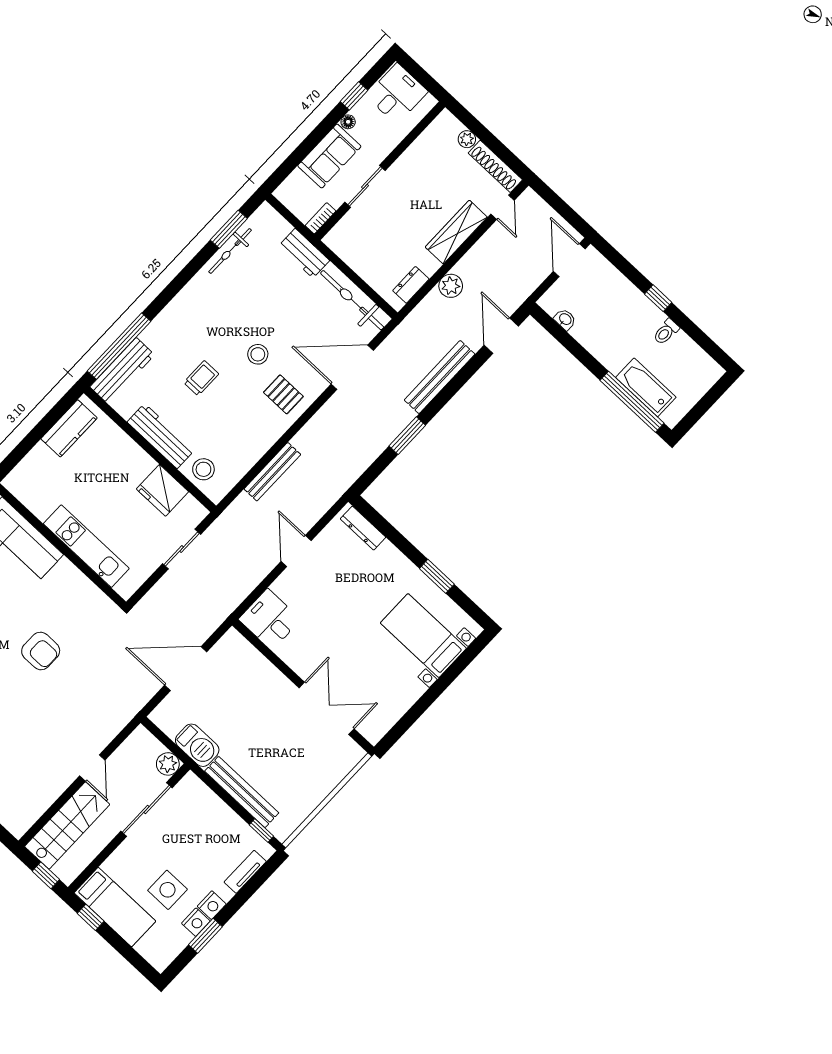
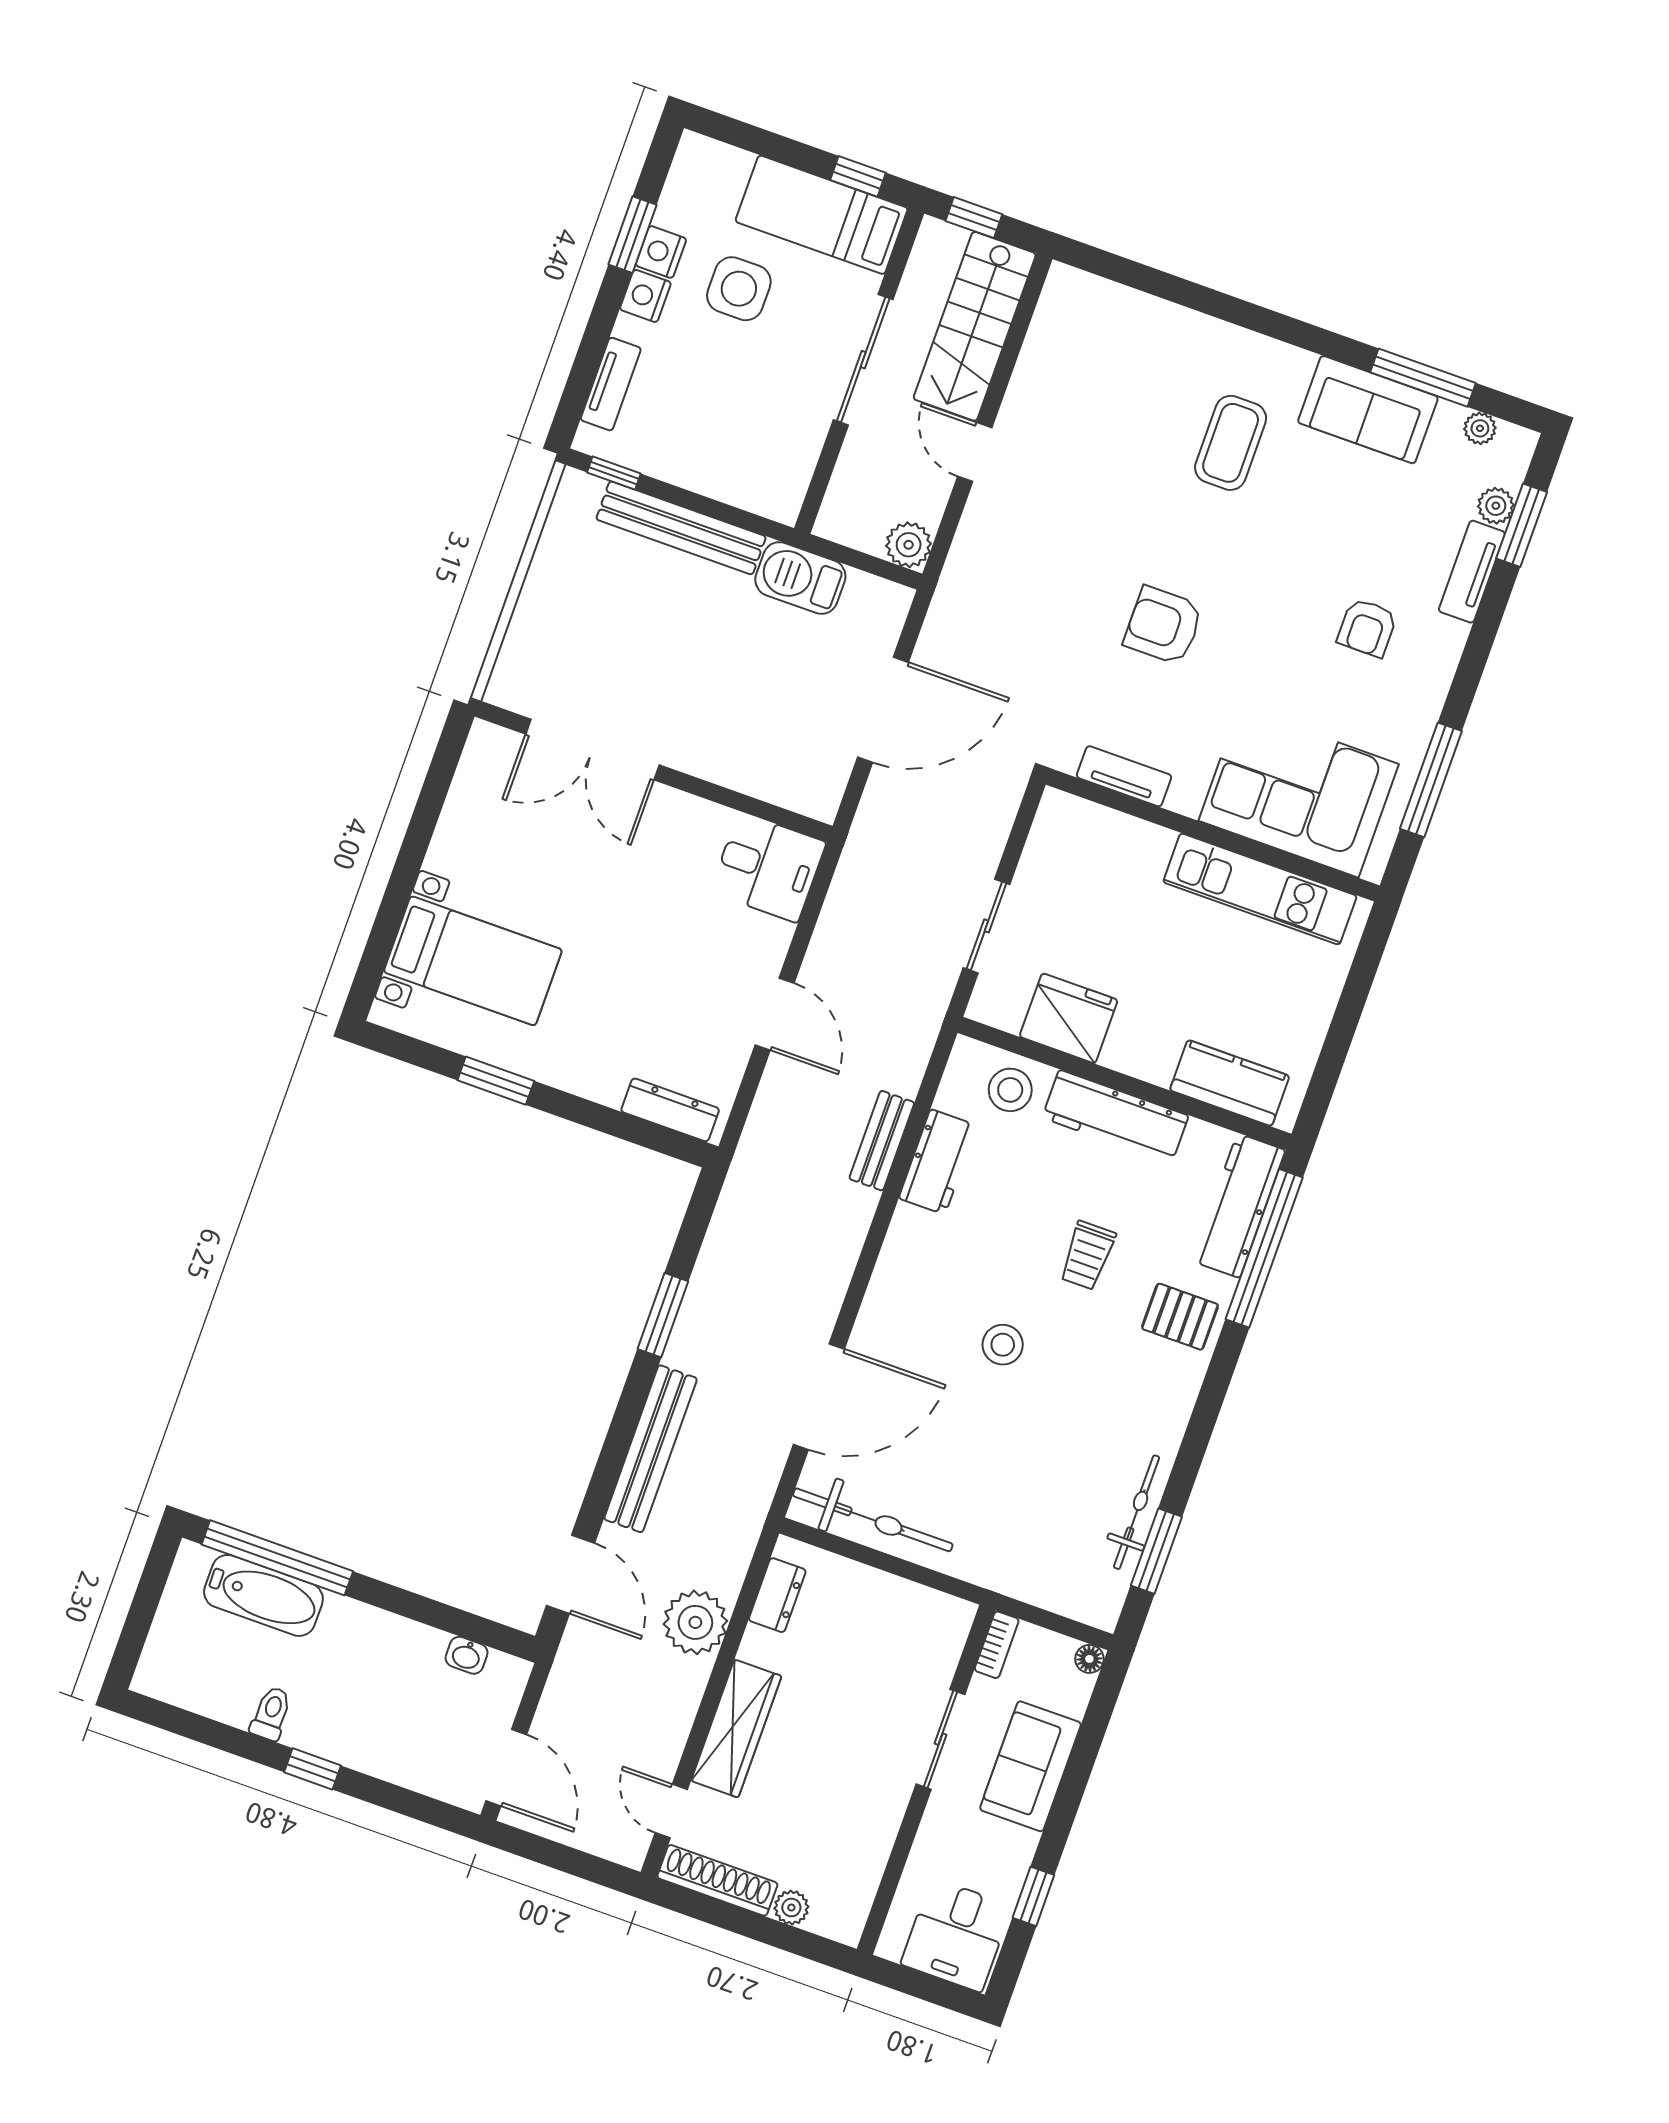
floor lamp: (348, 122) -> (1089, 1659), moved
workbench: (304, 253) -> (938, 1162), moved, turned 90
plant: (451, 286) -> (695, 1622), width x1.36, depth x1.36
pallet: (283, 394) -> (1180, 1317), moved
kitchen counter: (69, 428) -> (1230, 1083), moved, turned 90
bench: (272, 472) -> (882, 1141), width x0.73
kitchen unit: (86, 546) -> (1260, 889), moved
tv unit: (89, 590) -> (1124, 776), added
plant: (168, 764) -> (909, 545), moved
sliding door: (146, 809) -> (863, 360), moved

